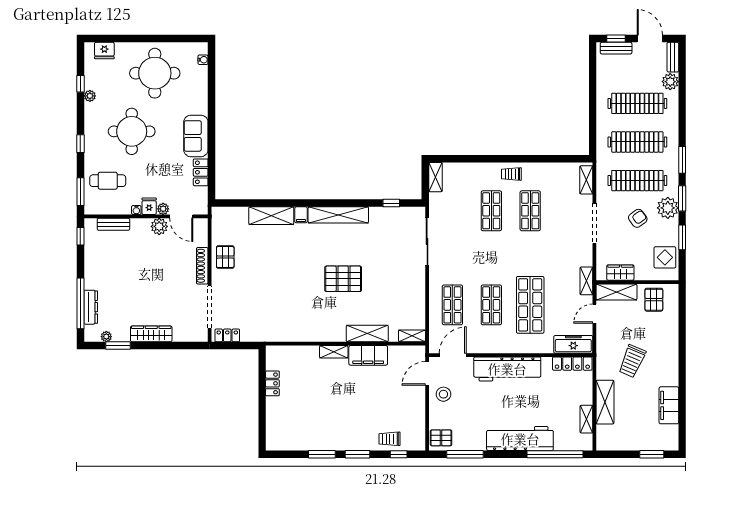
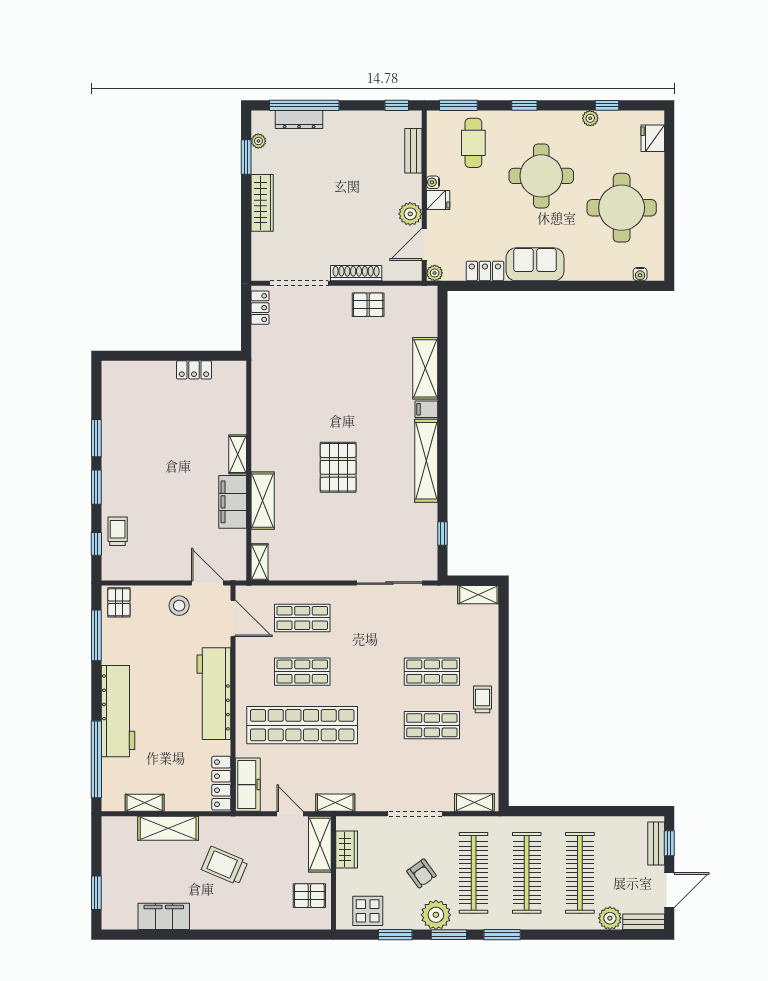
plant: (163, 209) -> (435, 273), moved
shop shelf: (530, 305) -> (302, 725), width x1.40

